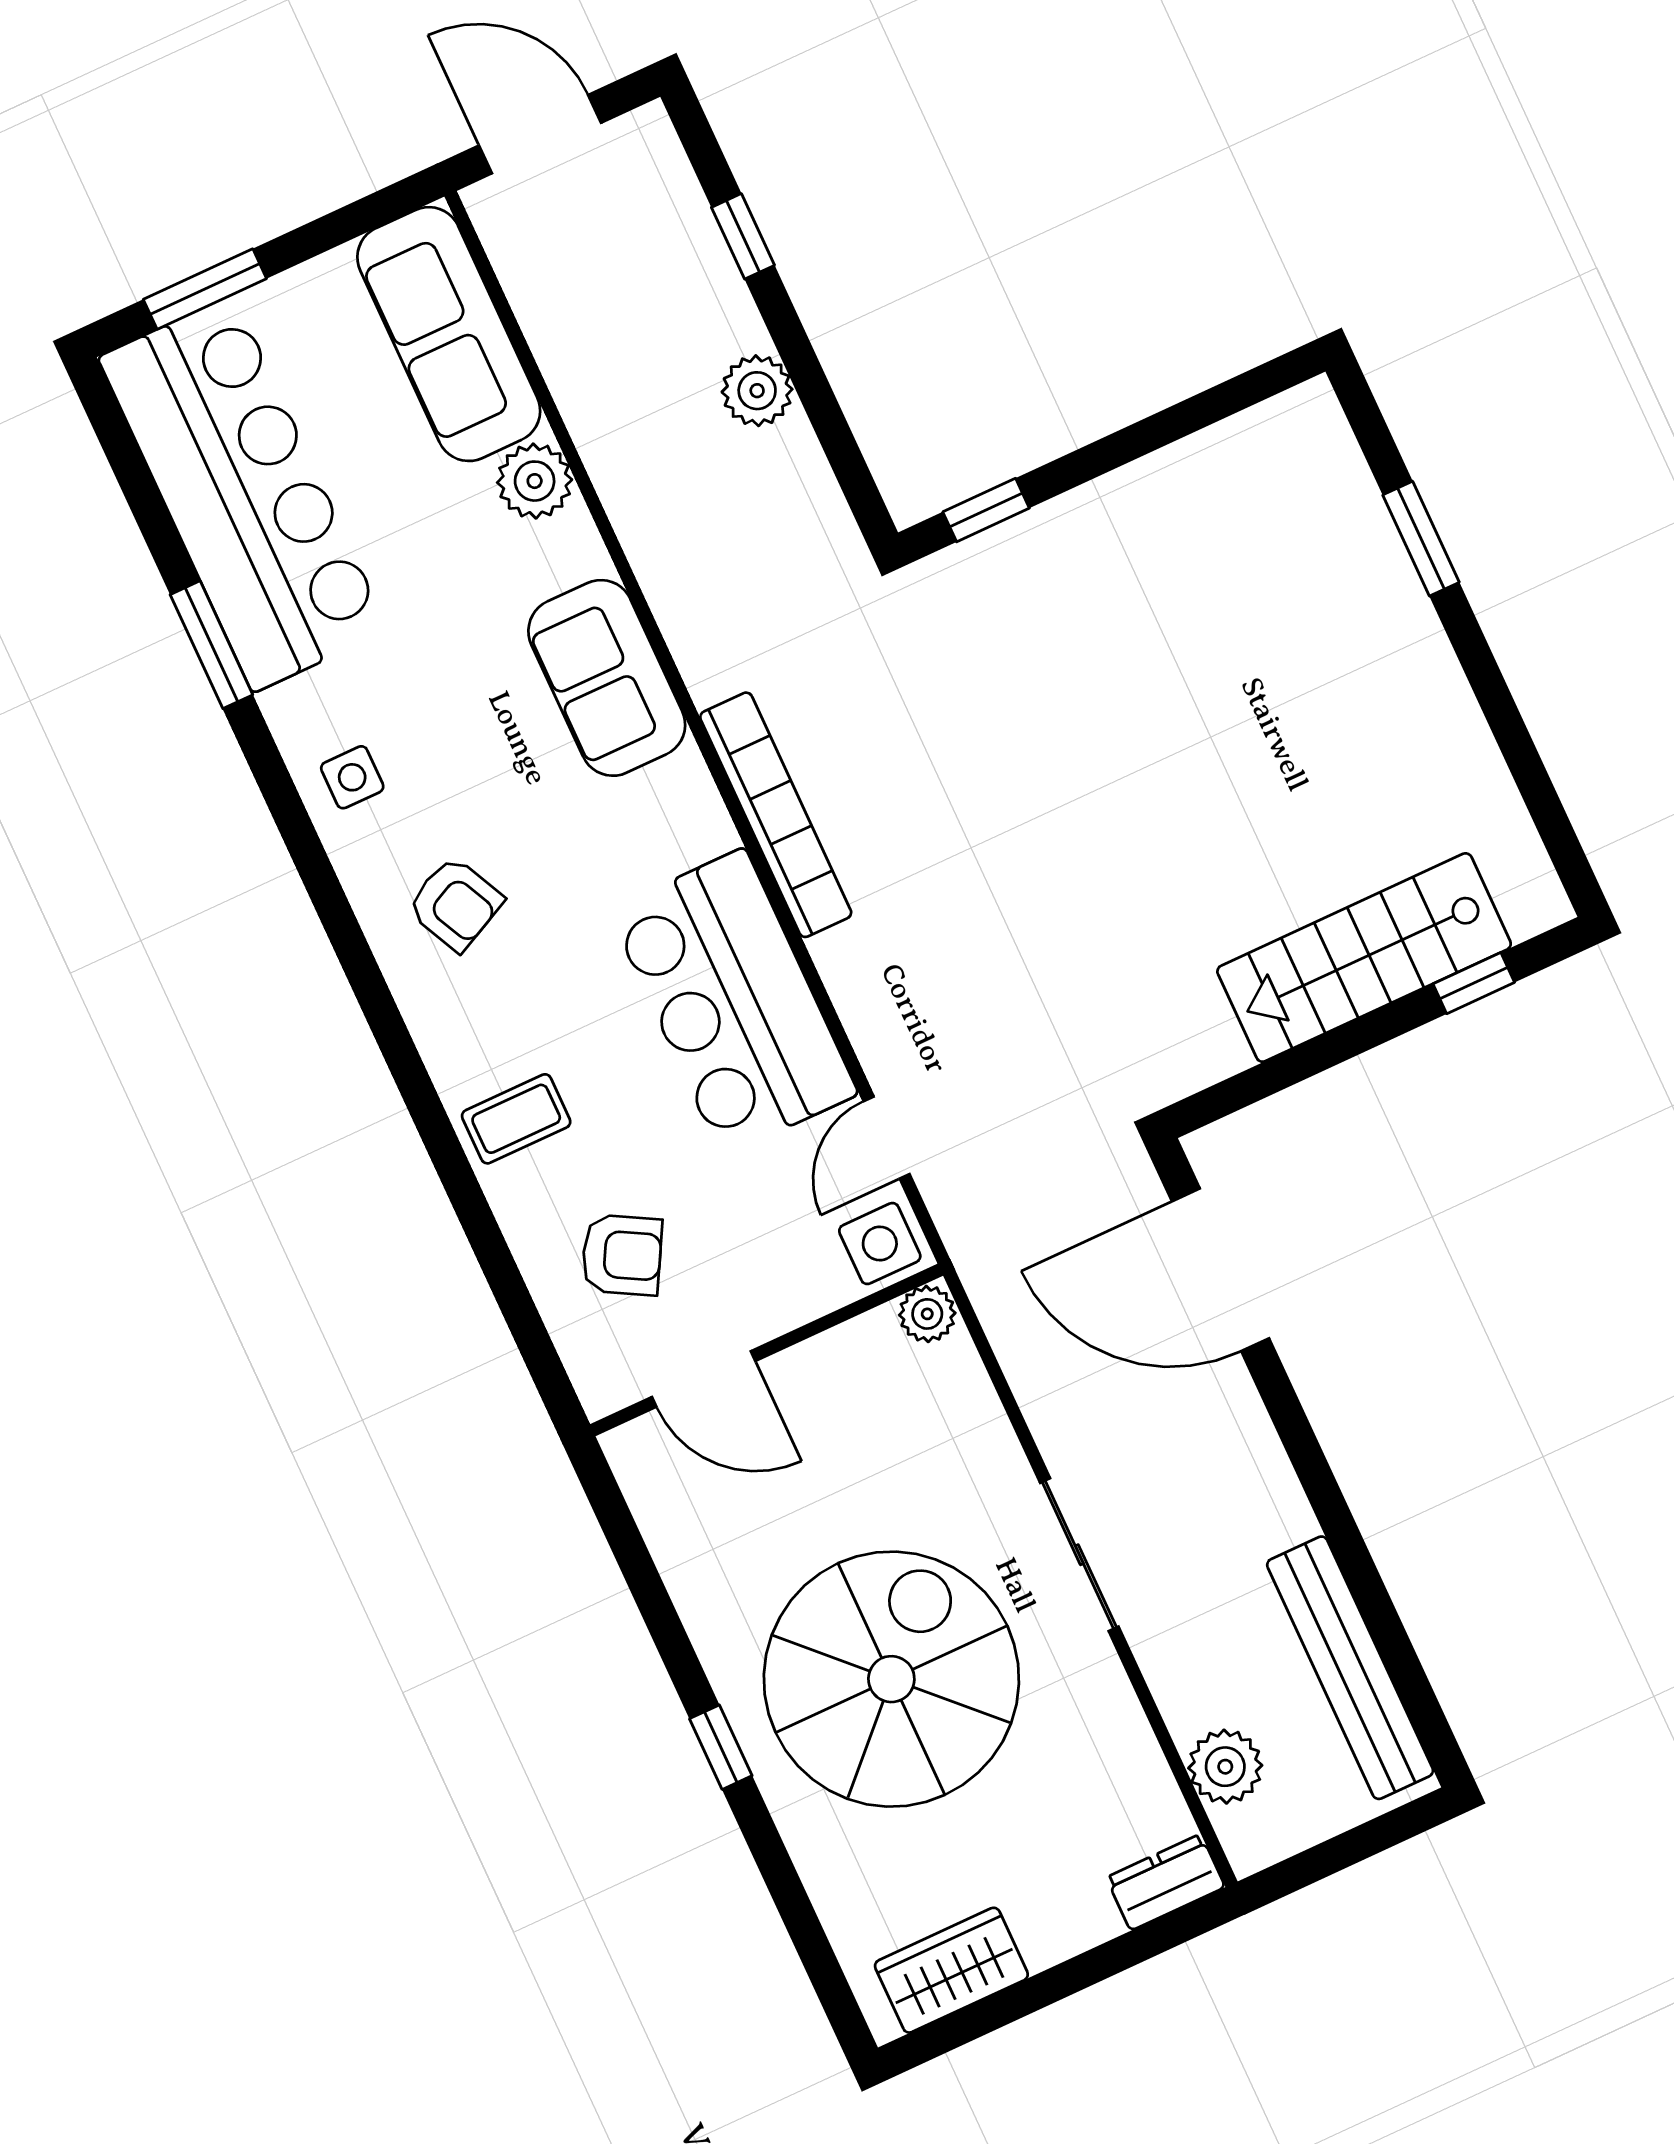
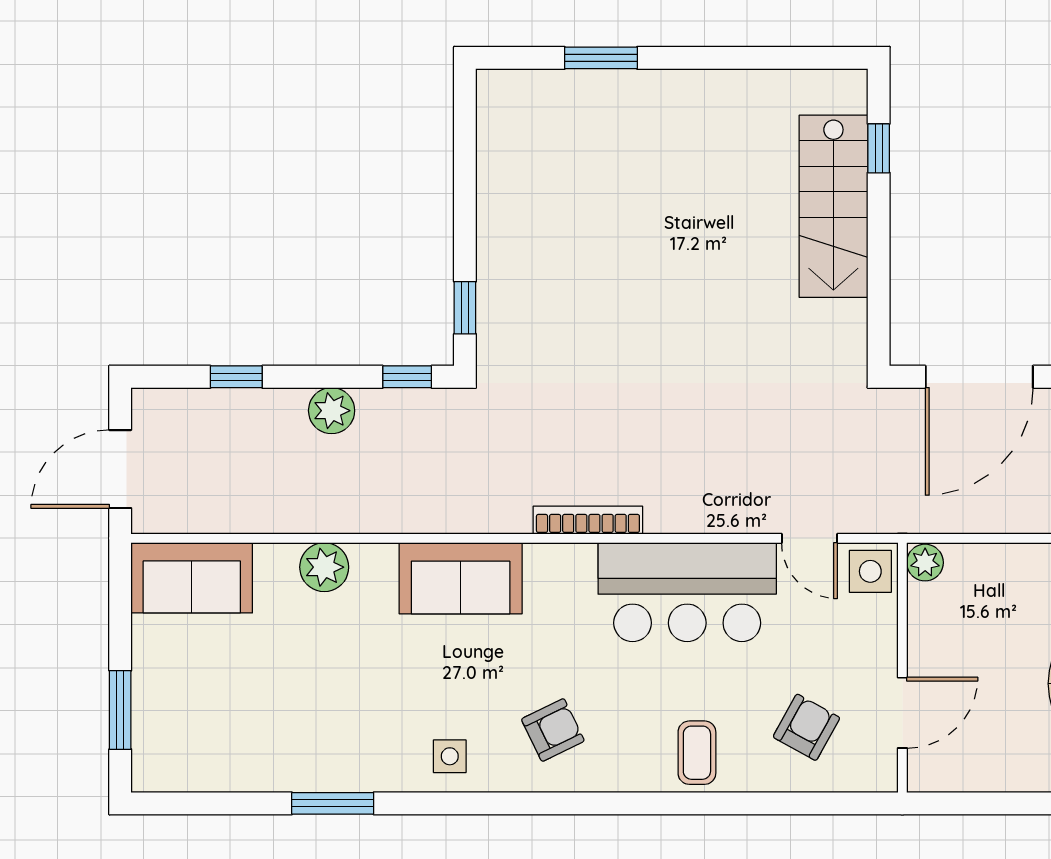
sofa: (449, 334) -> (192, 578), width x0.73
window: (853, 474) -> (407, 377), added
bar counter: (243, 494) -> (252, 743), removed
bookcase: (776, 815) -> (588, 520), width x0.68, depth x0.76

